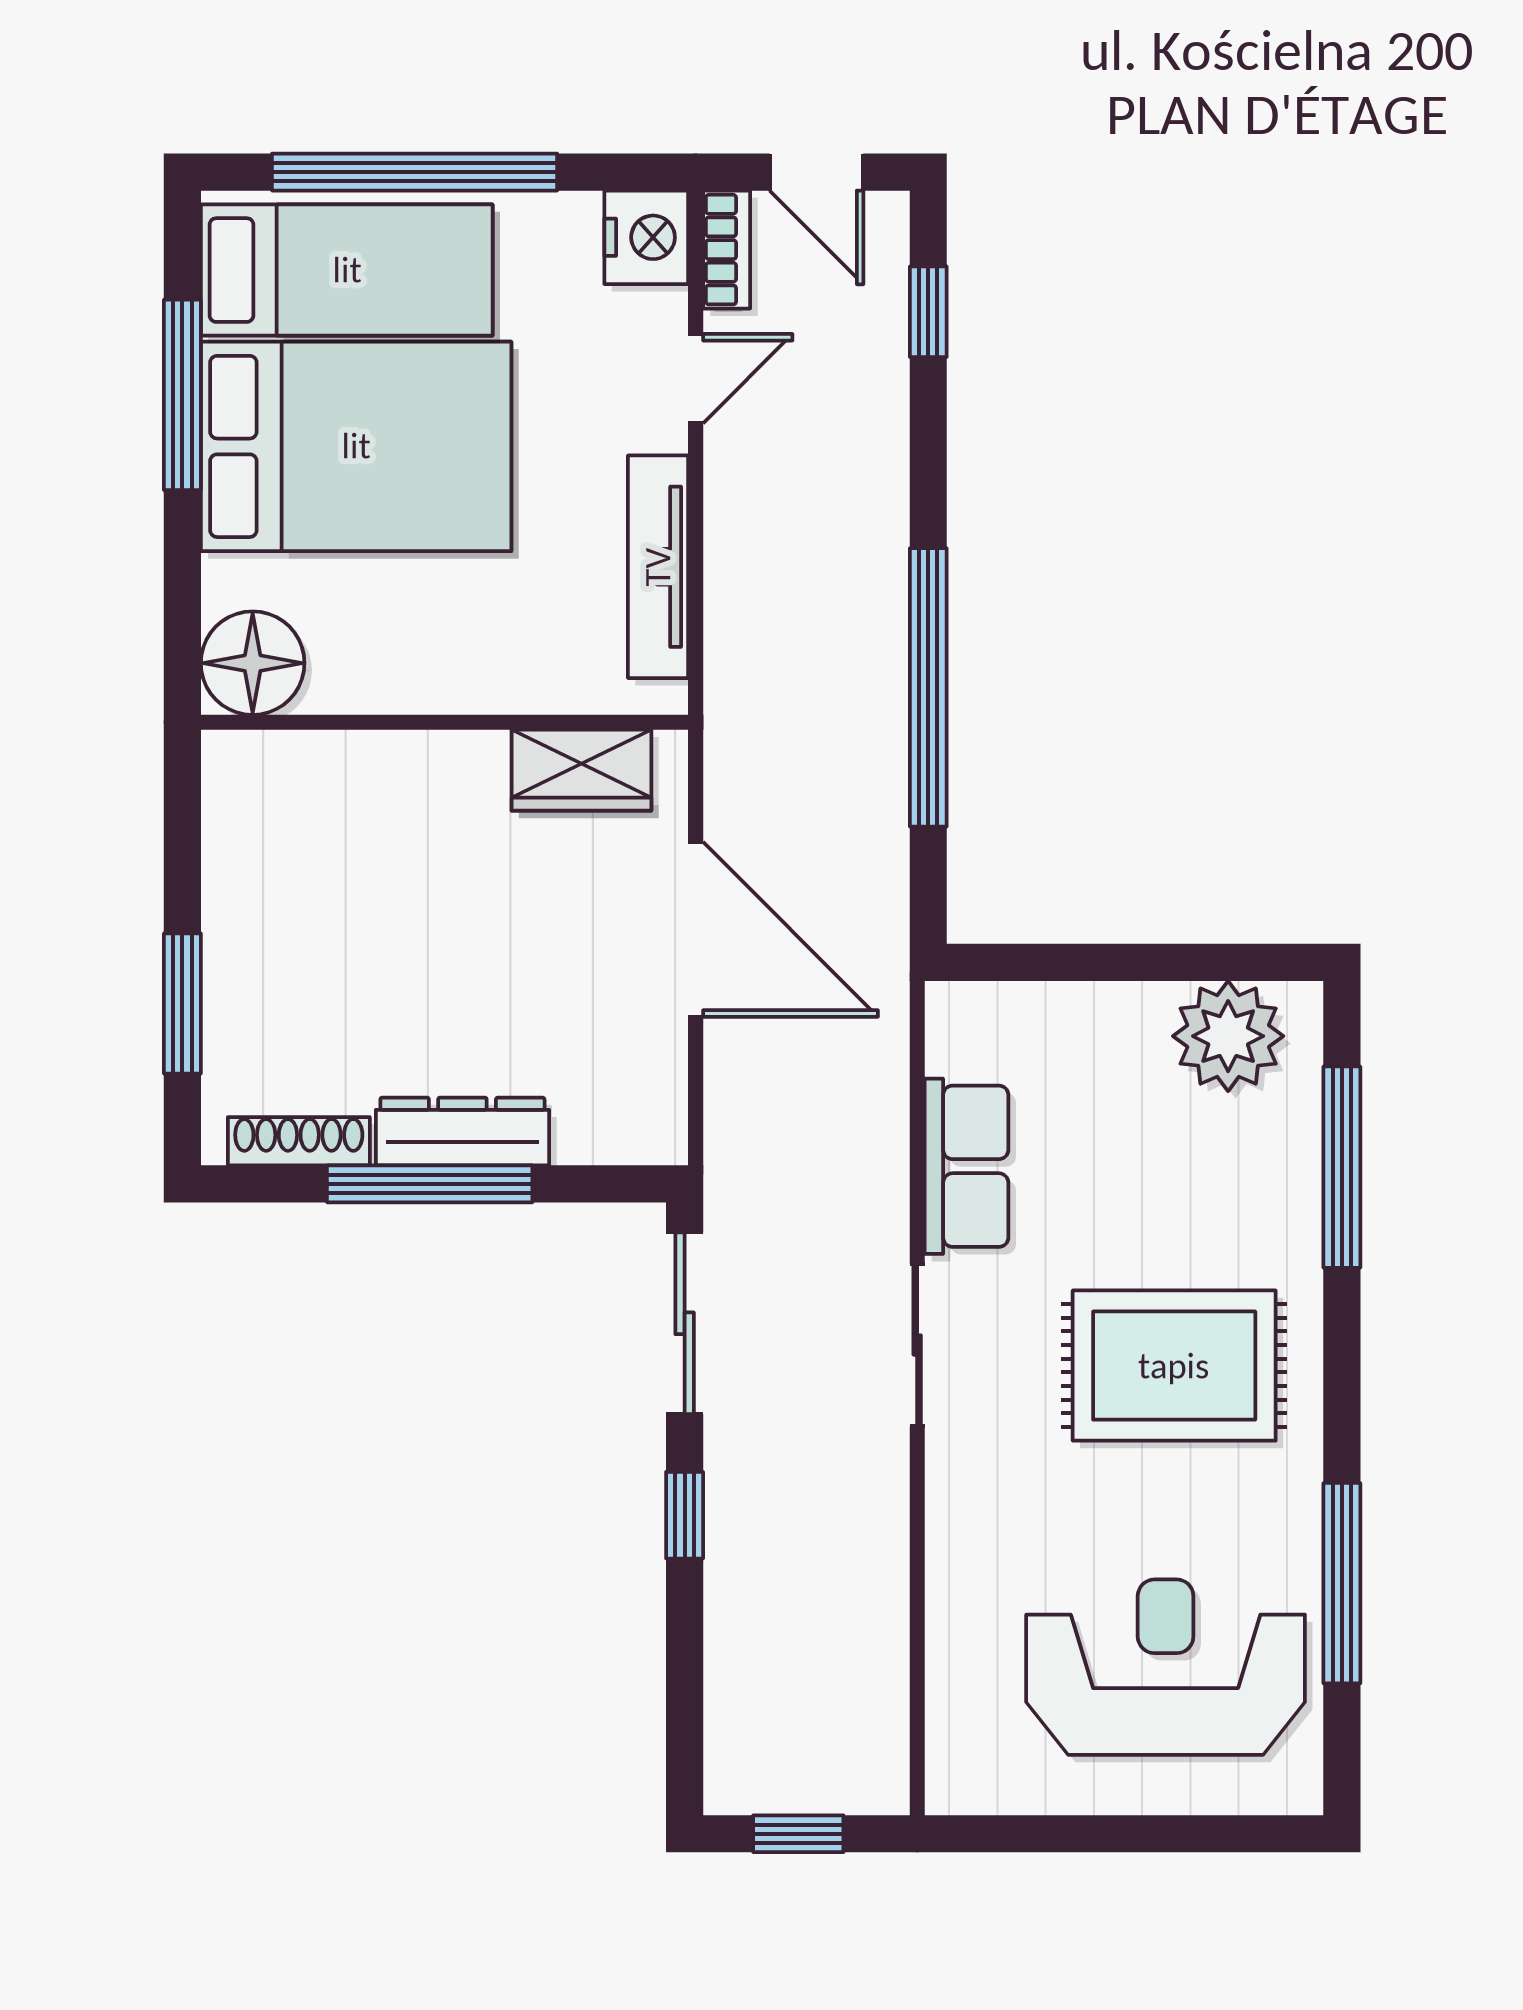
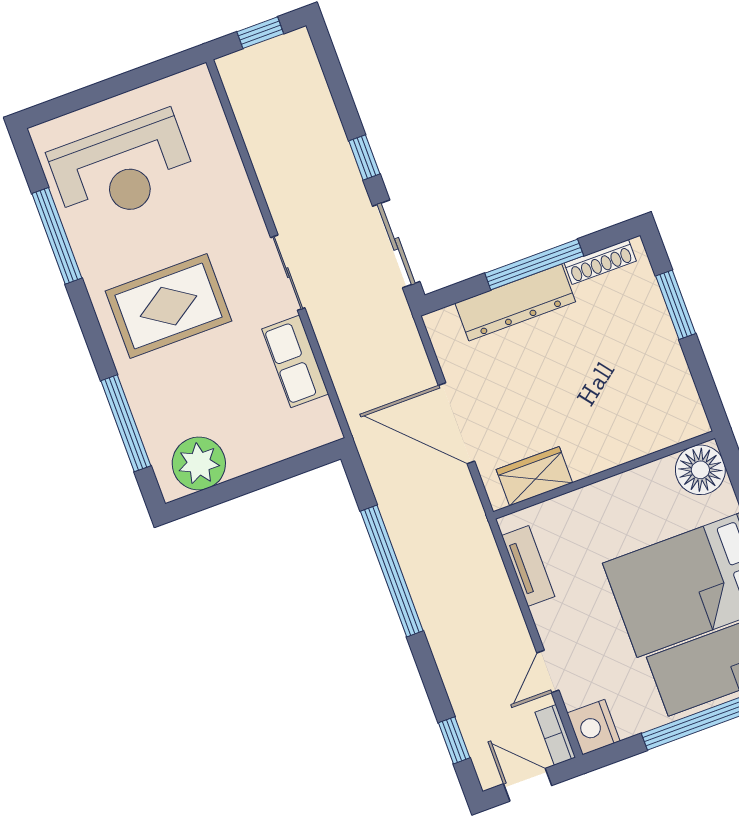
tv unit: (658, 567) -> (528, 566), width x0.71
dresser: (462, 1131) -> (515, 303), width x1.37, depth x1.24

